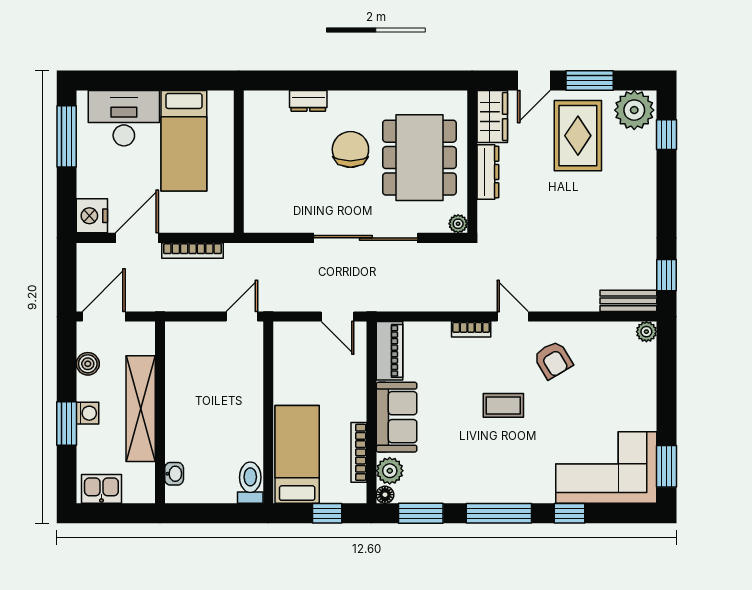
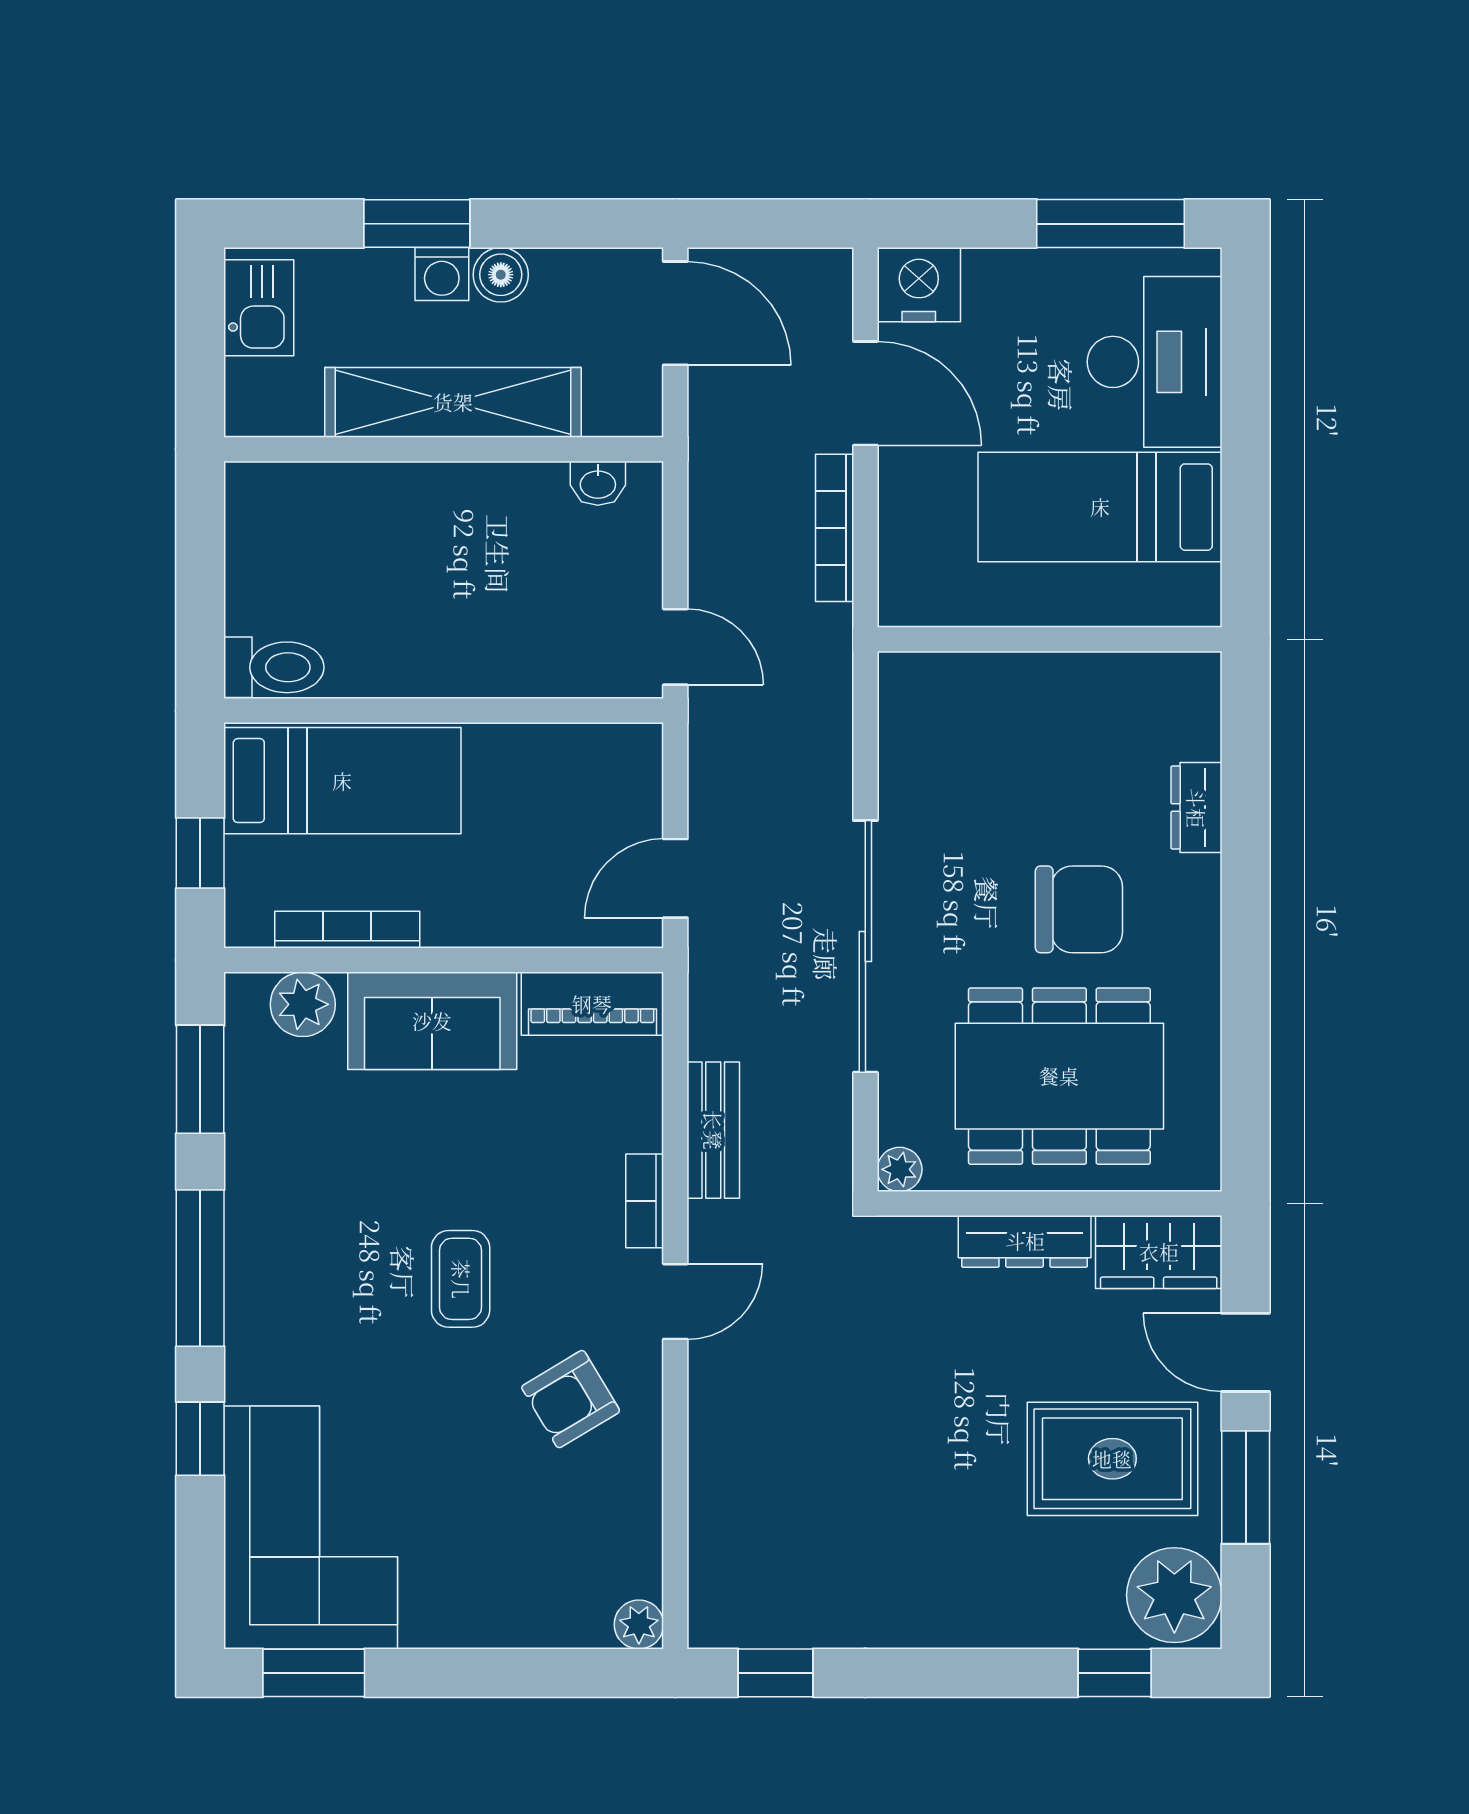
bench: (628, 301) -> (713, 1130), moved
boiler: (88, 364) -> (501, 275), moved
washbasin: (174, 474) -> (598, 483), moved
floor lamp: (385, 495) -> (245, 993), removed

